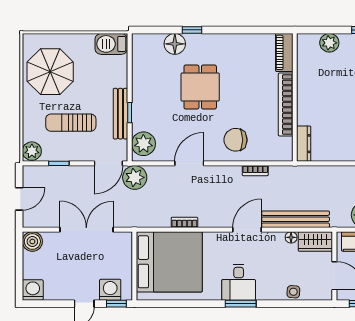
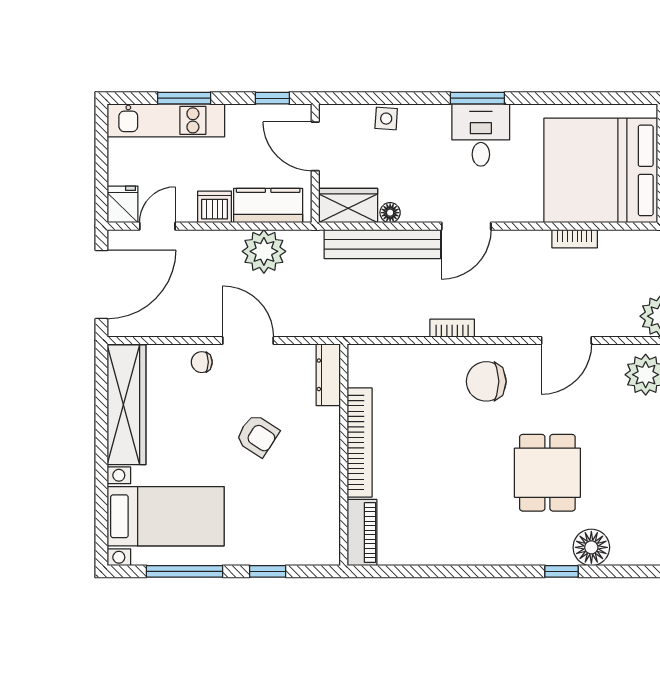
plant: (329, 43) -> (324, 549), removed
piano: (284, 52) -> (362, 533), moved
wall: (295, 97) -> (344, 455), moved
bookcase: (286, 104) -> (360, 443), moved
chair: (236, 140) -> (486, 381), turned 180
dresser: (304, 144) -> (328, 375), moved

